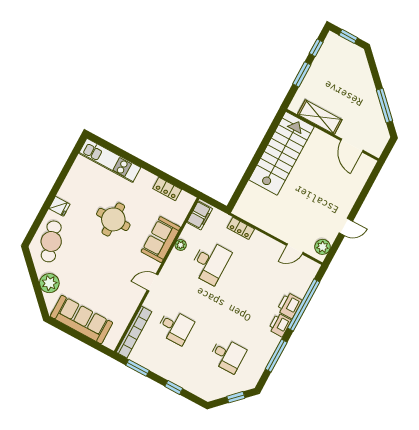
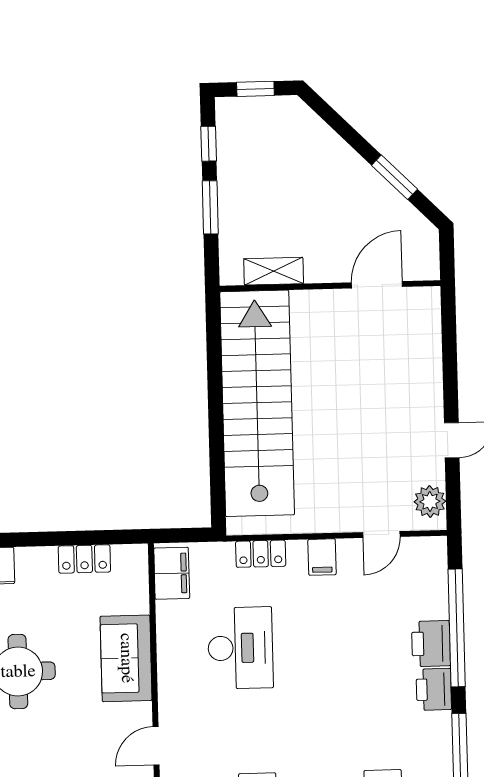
window: (384, 105) -> (394, 177), width x0.69
shelving: (320, 117) -> (274, 271), width x0.67, depth x0.75
door: (352, 145) -> (377, 285), swing flipped
stairs: (281, 153) -> (257, 403), width x1.36
filing cabinet: (265, 244) -> (322, 557), added
plant: (181, 245) -> (168, 647), removed

